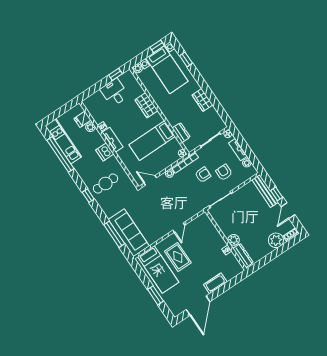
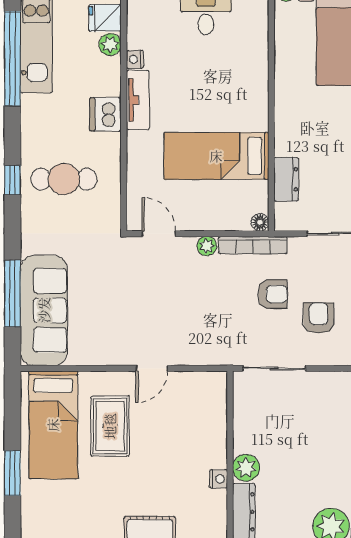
wardrobe: (146, 105) -> (253, 77), removed

